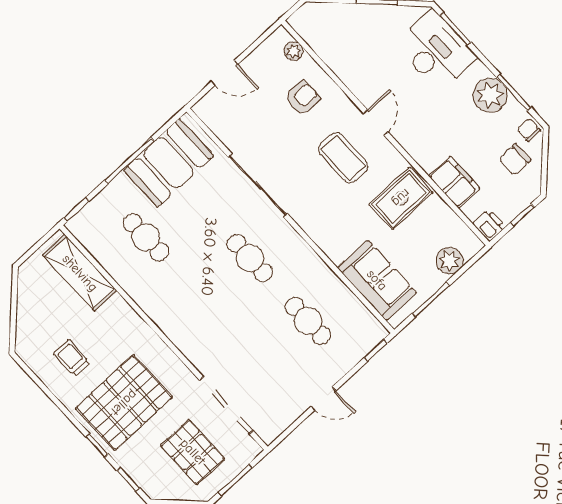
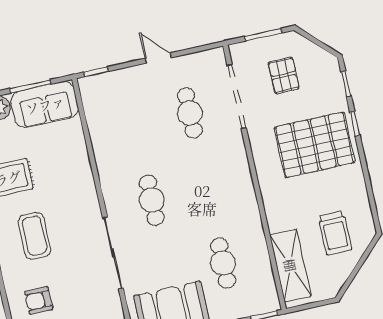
sofa: (377, 280) -> (45, 105), moved, turned -90
cafe table: (308, 321) -> (190, 113), moved
trolley: (72, 358) -> (335, 233), moved, width x1.36, depth x1.39
pallet: (193, 452) -> (284, 75), width x0.67, depth x0.71

